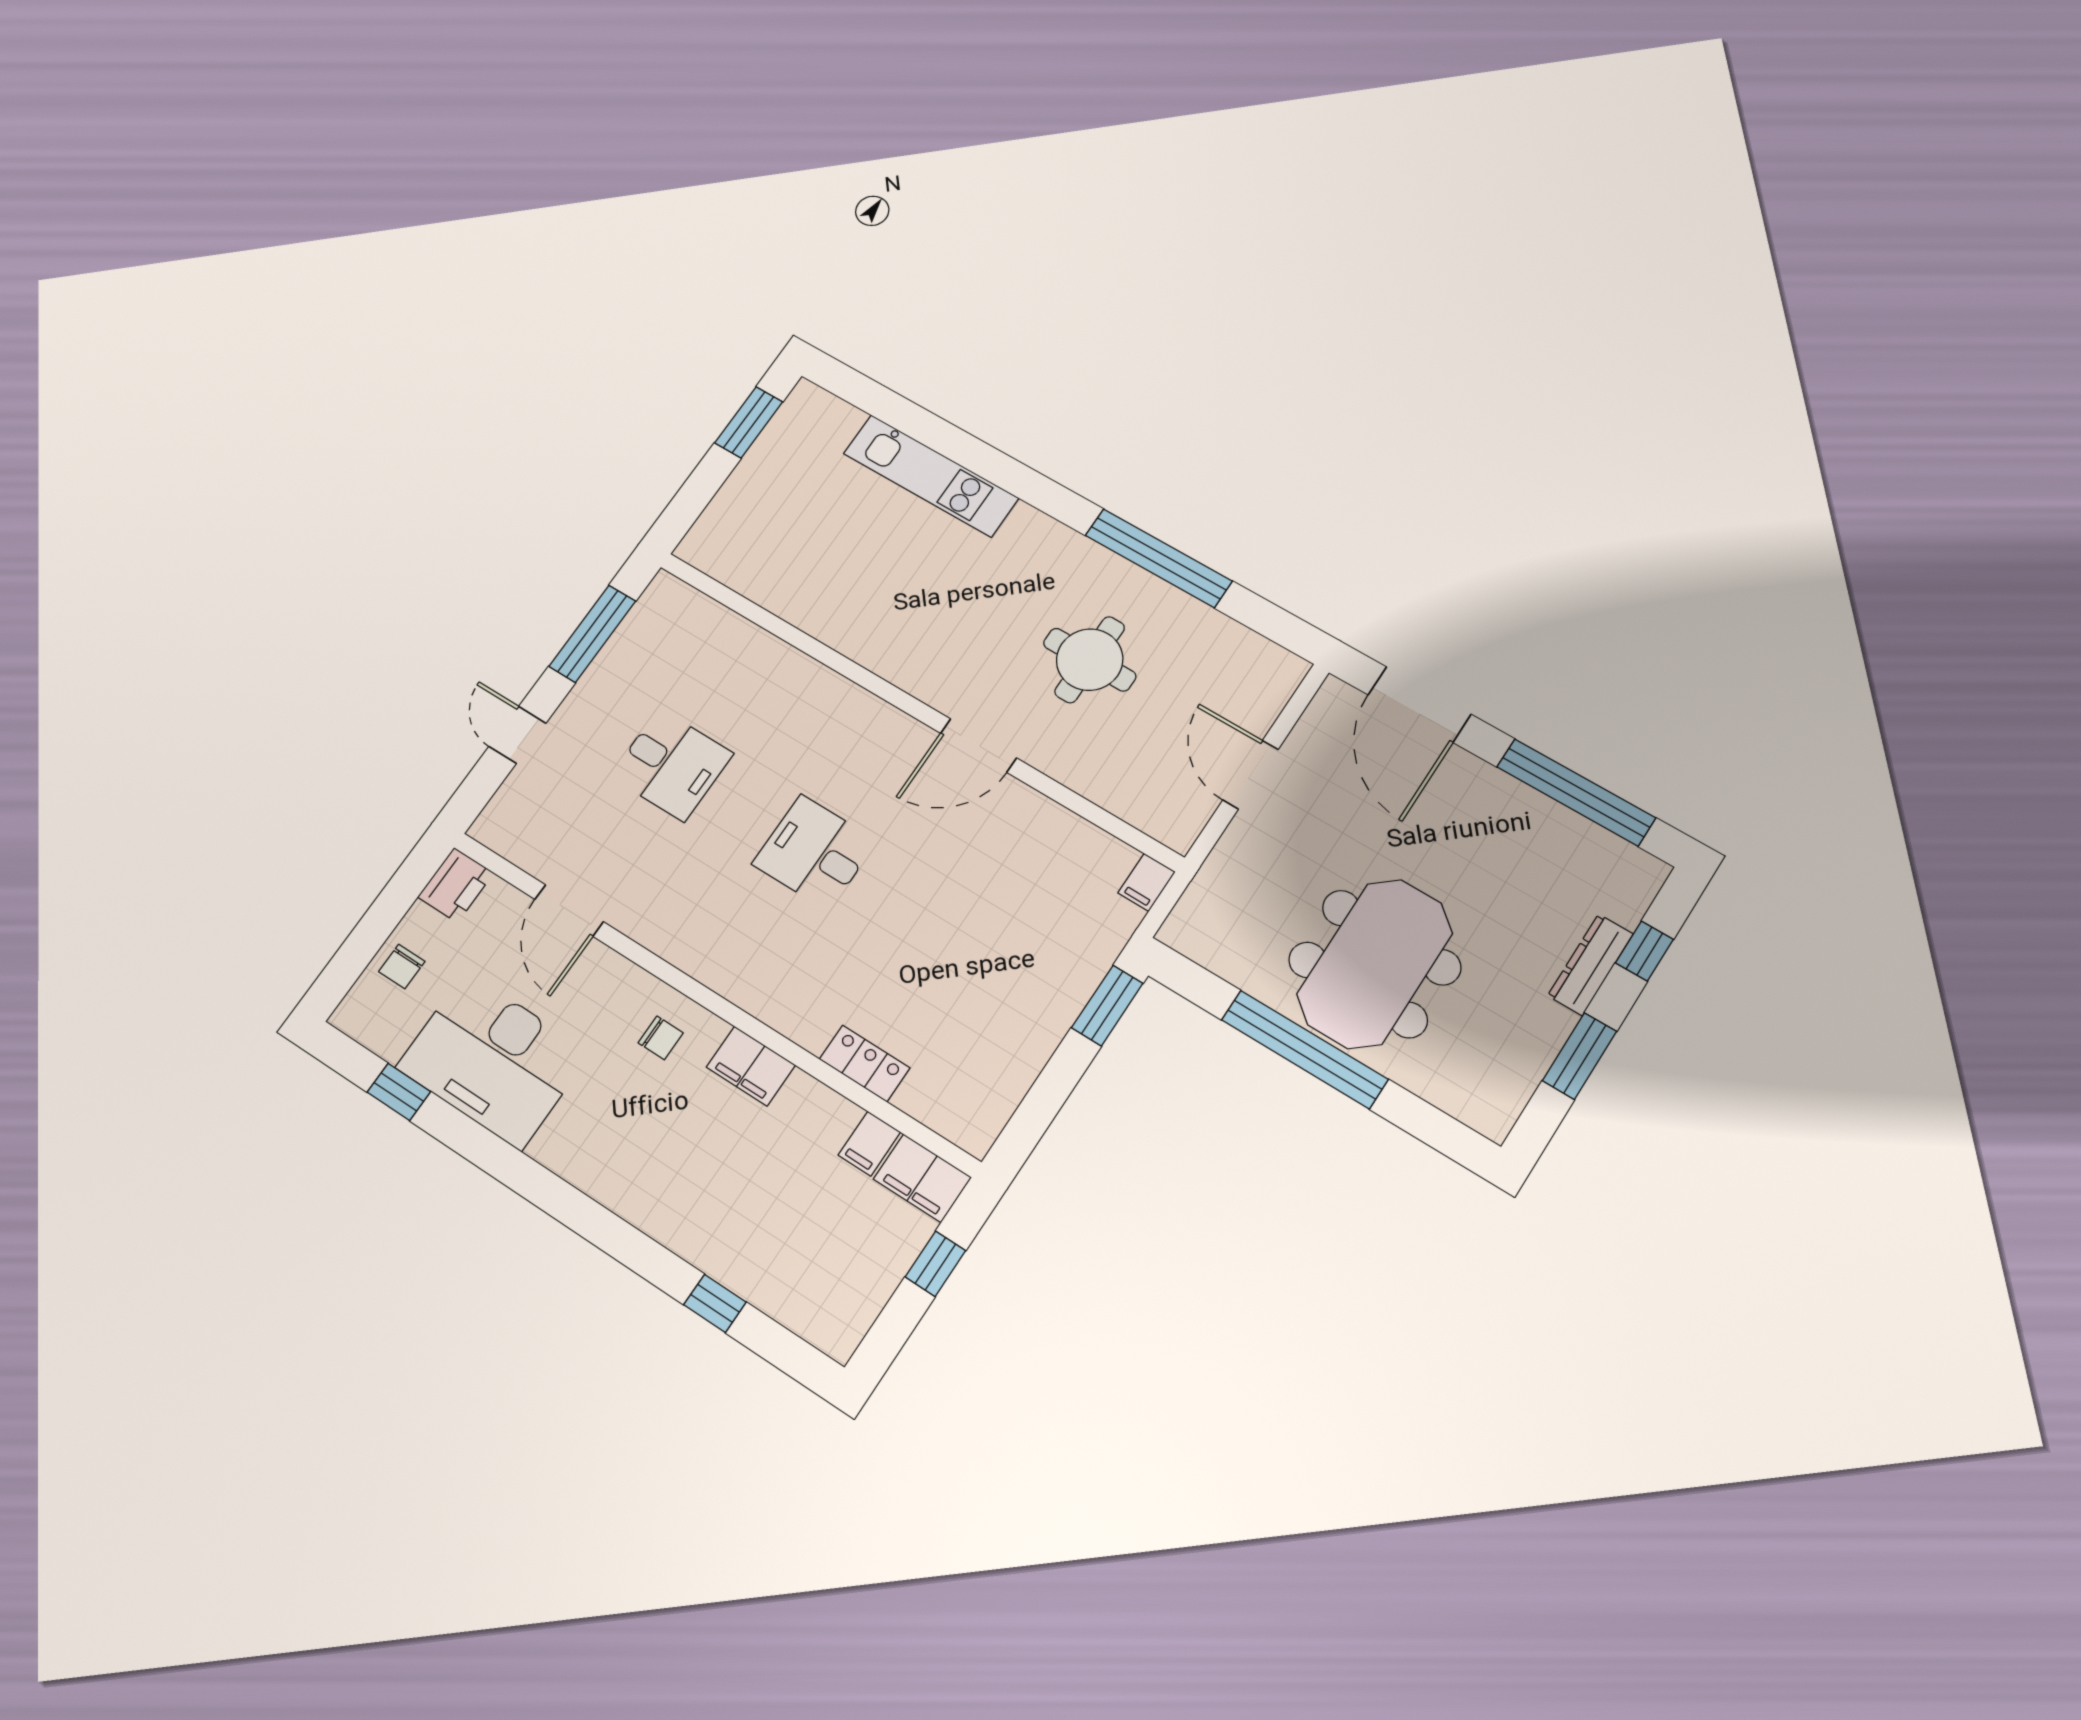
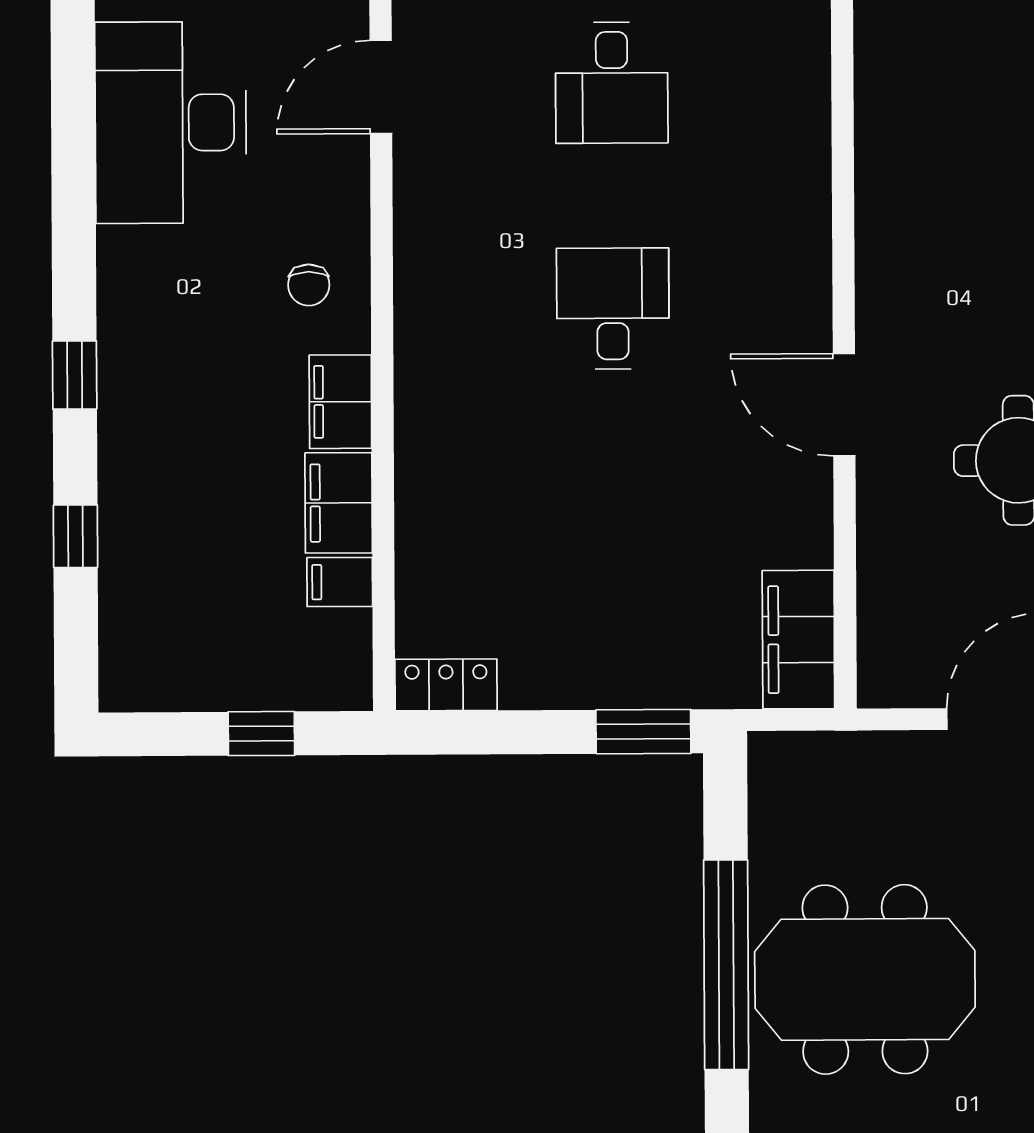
filing cabinet: (1147, 882) -> (798, 640), width x3.00, depth x1.17
locker: (865, 1063) -> (446, 685), moved, turned -90
window: (399, 1092) -> (75, 375), moved
filing cabinet: (922, 1178) -> (339, 503), moved

